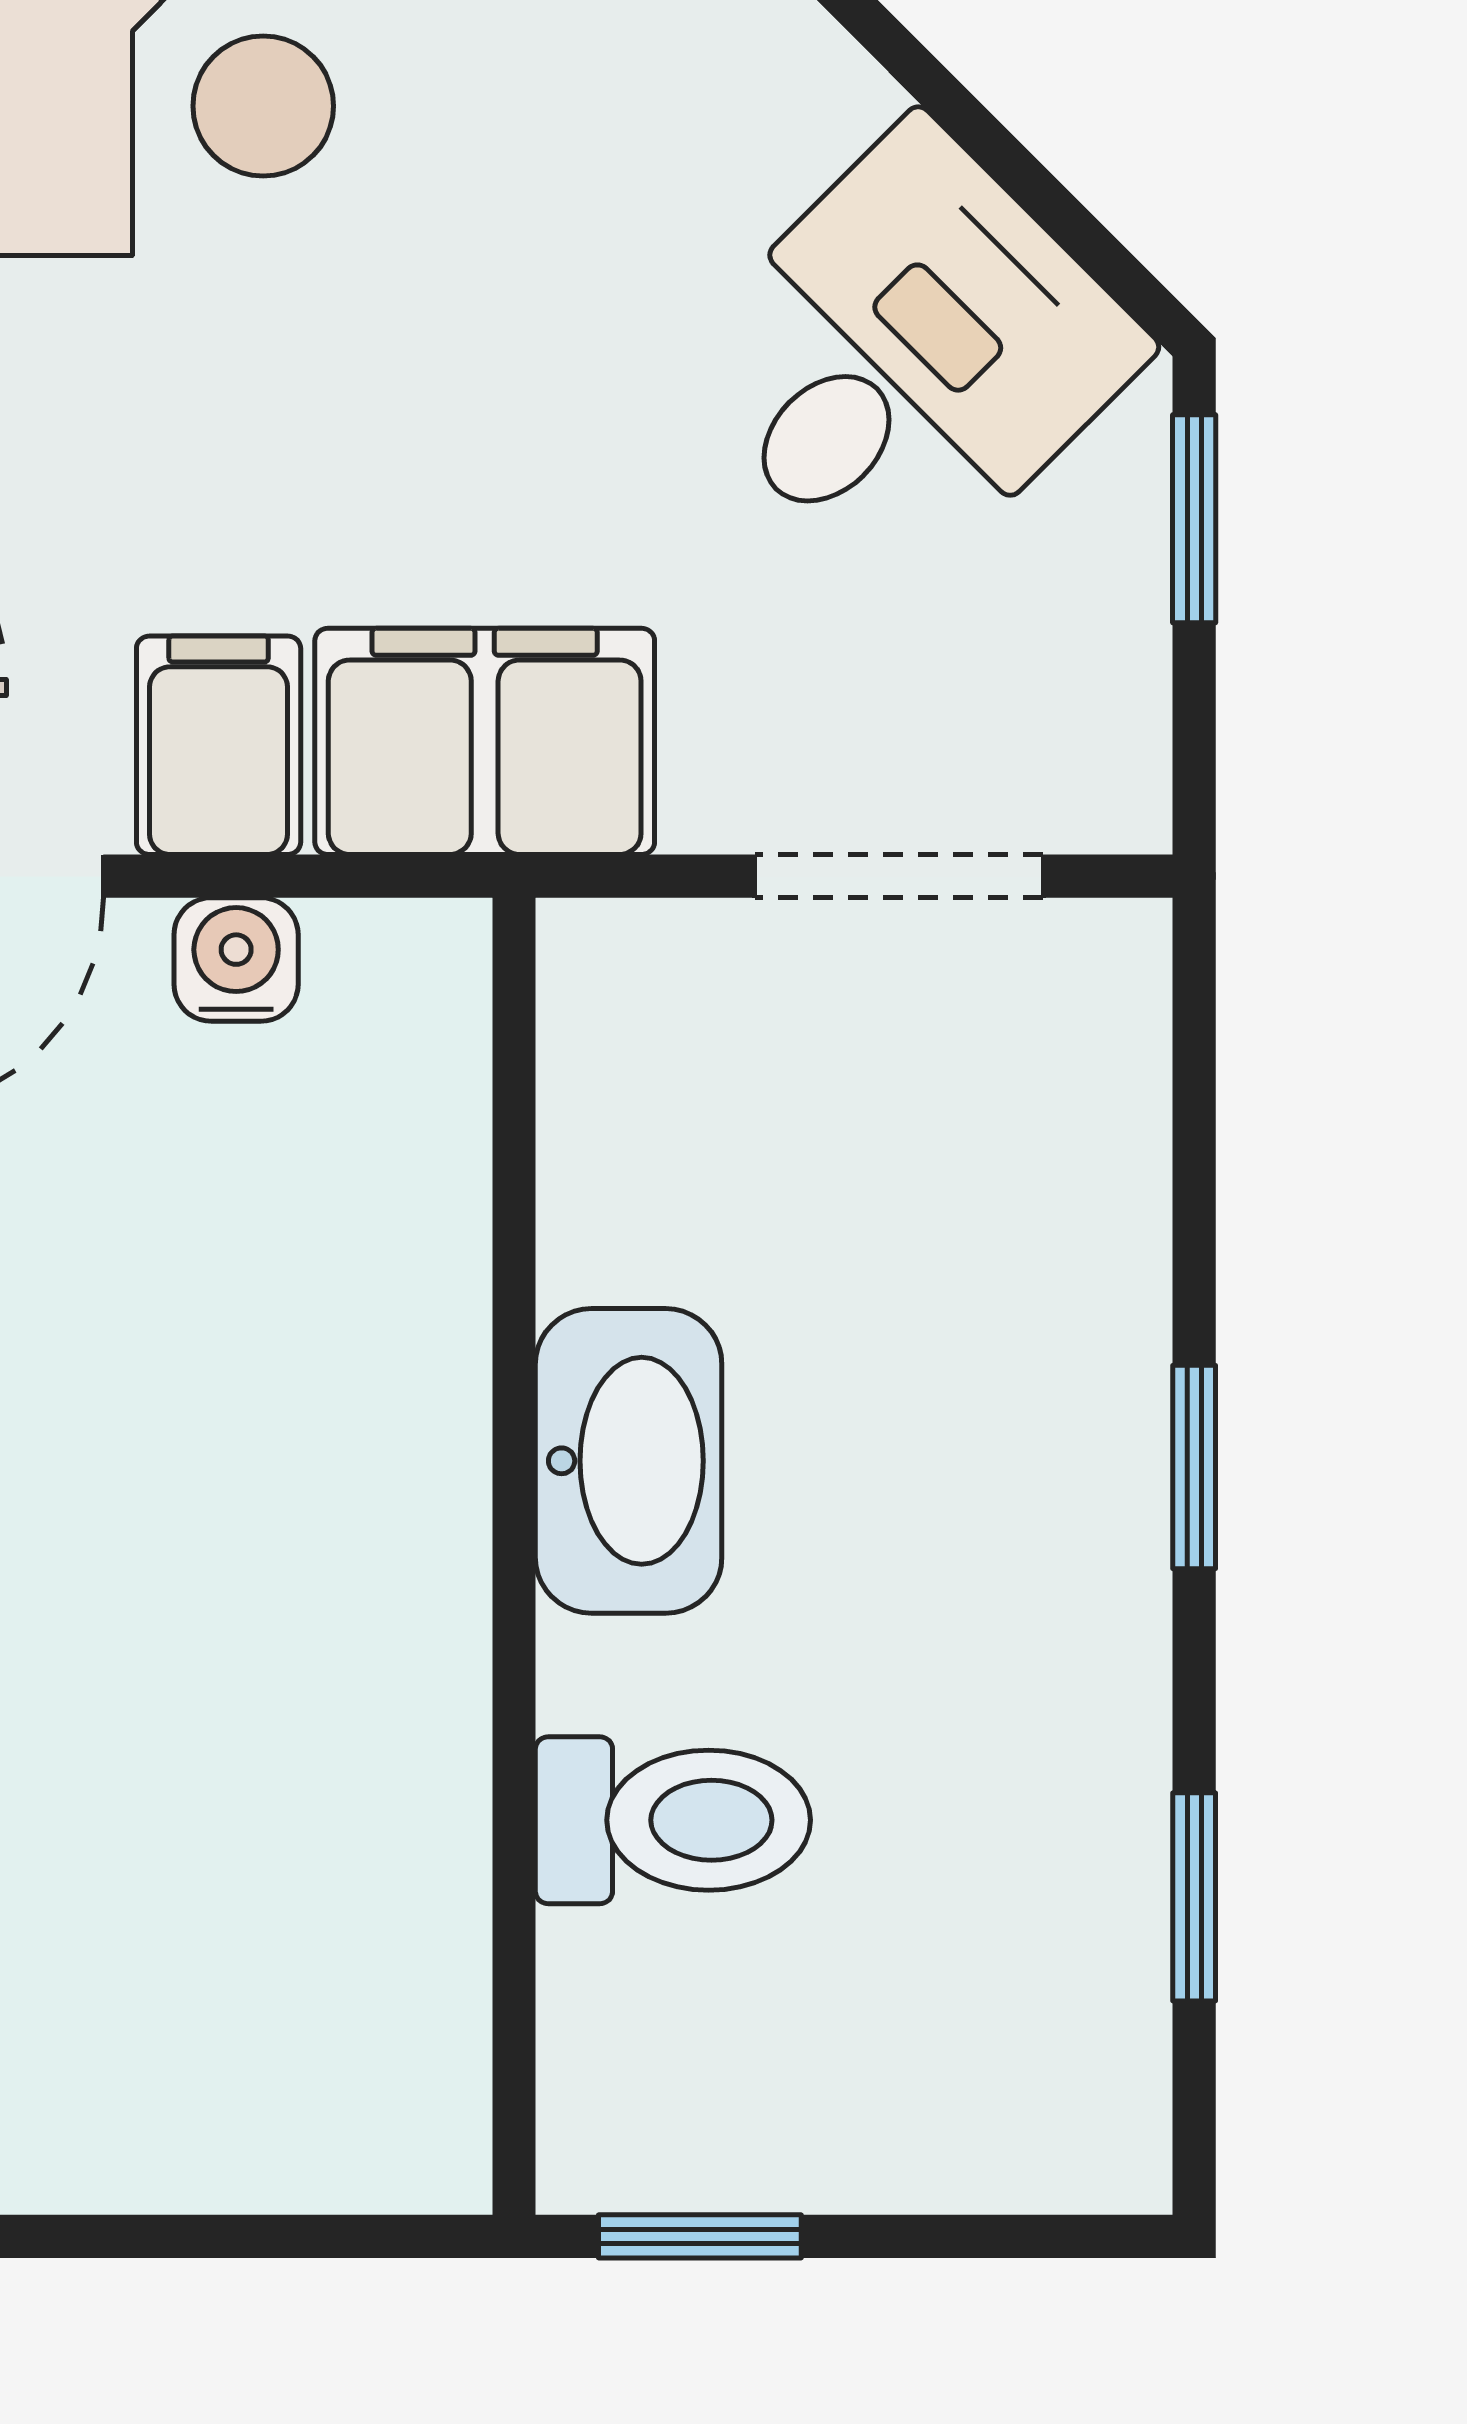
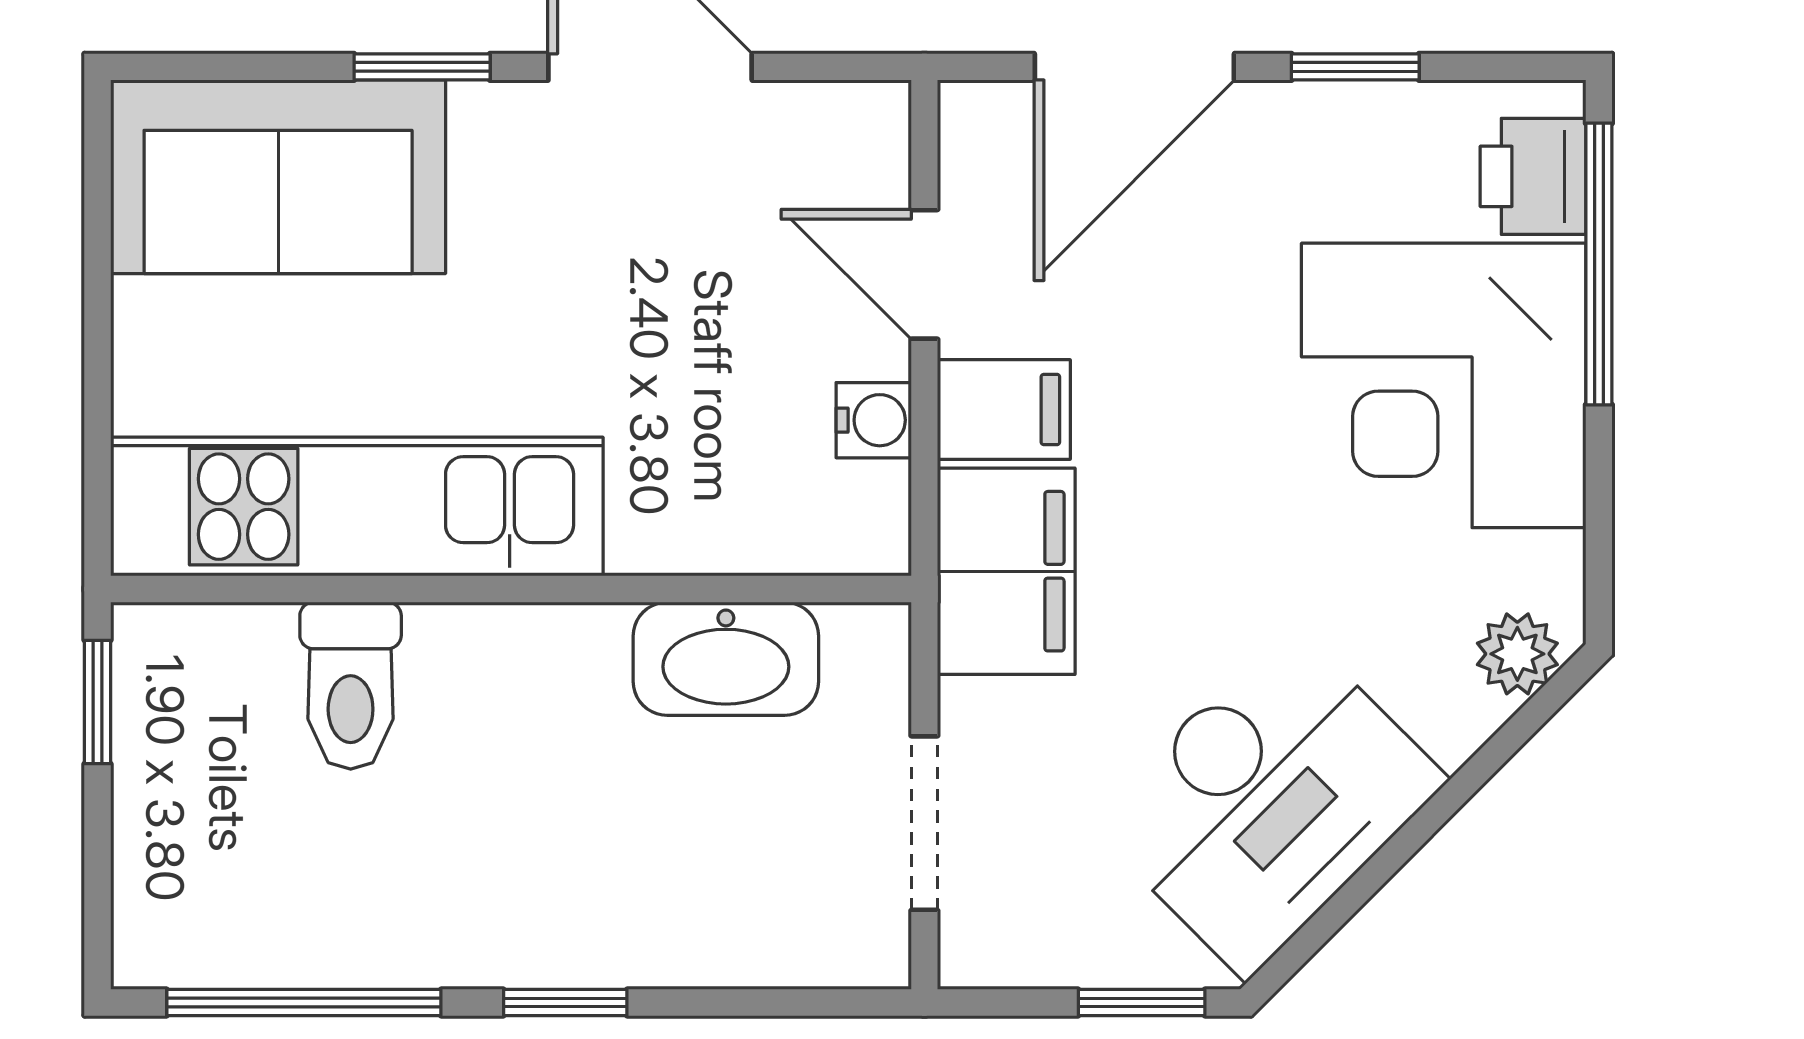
desk: (909, 357) -> (1268, 801), width x1.37
washbasin: (629, 1461) -> (726, 659), moved
kitchen unit: (378, 1810) -> (357, 507), added
window: (1194, 1897) -> (304, 1002), width x2.17

